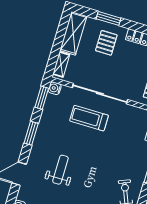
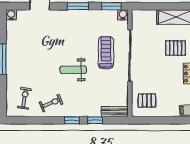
shelving: (61, 64) -> (145, 14), removed
weight bench: (60, 170) -> (73, 70), moved, turned 180

